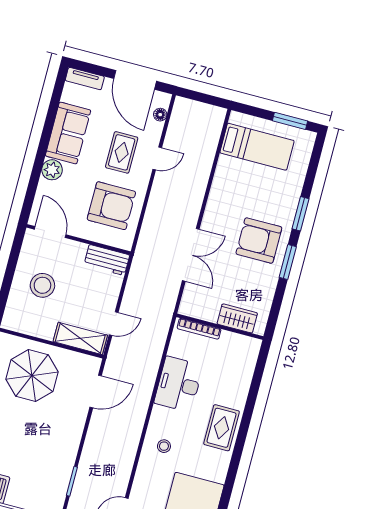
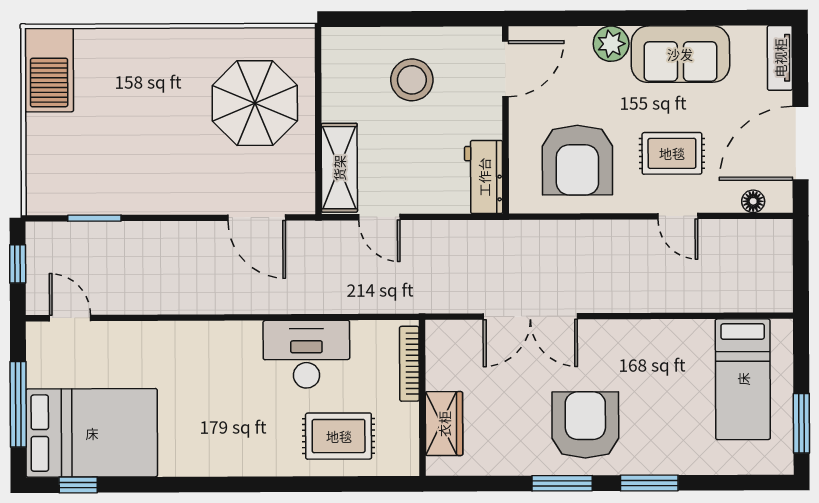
rug: (222, 428) -> (339, 436), moved
stool: (164, 446) -> (195, 358), removed

